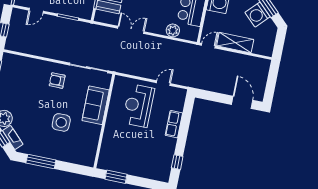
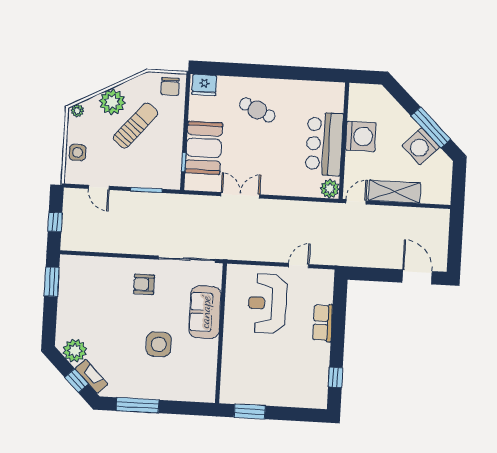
door: (36, 11) -> (99, 187), hinge flipped
plant: (173, 30) -> (330, 189), moved

